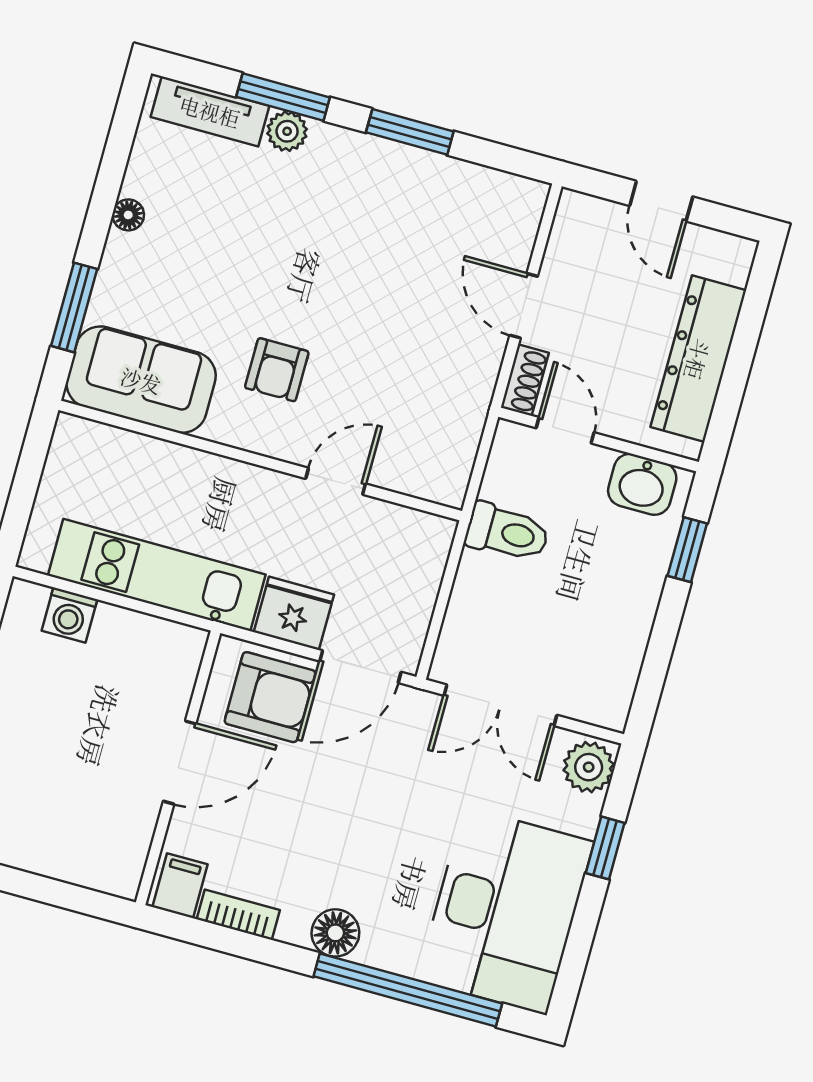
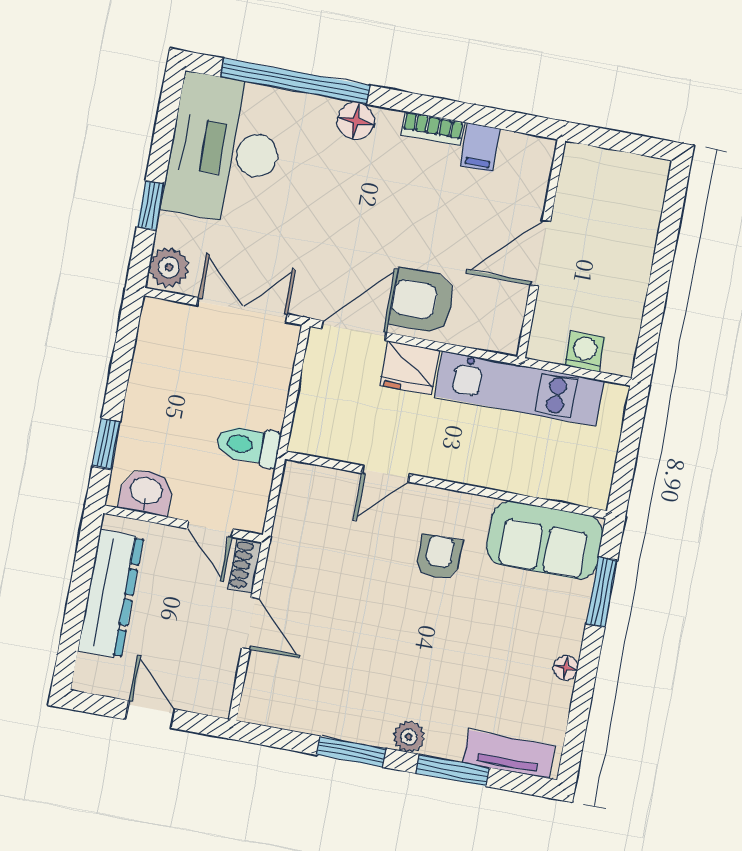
plant: (287, 131) -> (409, 737), moved
door: (180, 762) -> (540, 253), moved
wall: (178, 768) -> (541, 249), moved

